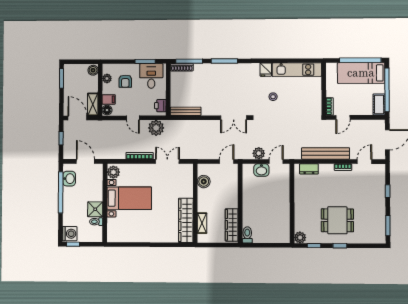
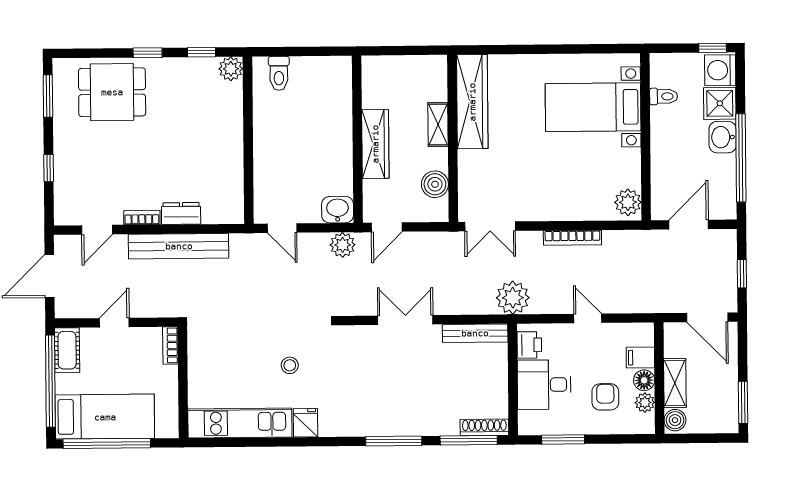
desk: (151, 76) -> (544, 385), moved, turned 90
shelving: (93, 104) -> (675, 383), moved
floor lamp: (107, 110) -> (644, 380), moved
door: (343, 117) -> (114, 323), moved
double door: (234, 118) -> (405, 320), moved
plant: (156, 128) -> (513, 298), moved
plant: (259, 153) -> (343, 245), moved
door: (85, 161) -> (689, 225), swing flipped
double door: (167, 161) -> (490, 226), moved
door: (276, 161) -> (282, 228), hinge flipped
dresser: (309, 169) -> (181, 213), moved
washbasin: (261, 170) -> (338, 210), moved
washbasin: (69, 179) -> (723, 137), moved
bed with nightstands: (129, 198) -> (593, 107), moved
shower: (95, 209) -> (720, 103), moved
dining table: (337, 220) -> (112, 92), moved
shelving: (202, 223) -> (438, 125), moved
wardrobe: (232, 225) -> (375, 144), moved
toilet: (247, 235) -> (279, 73), moved

